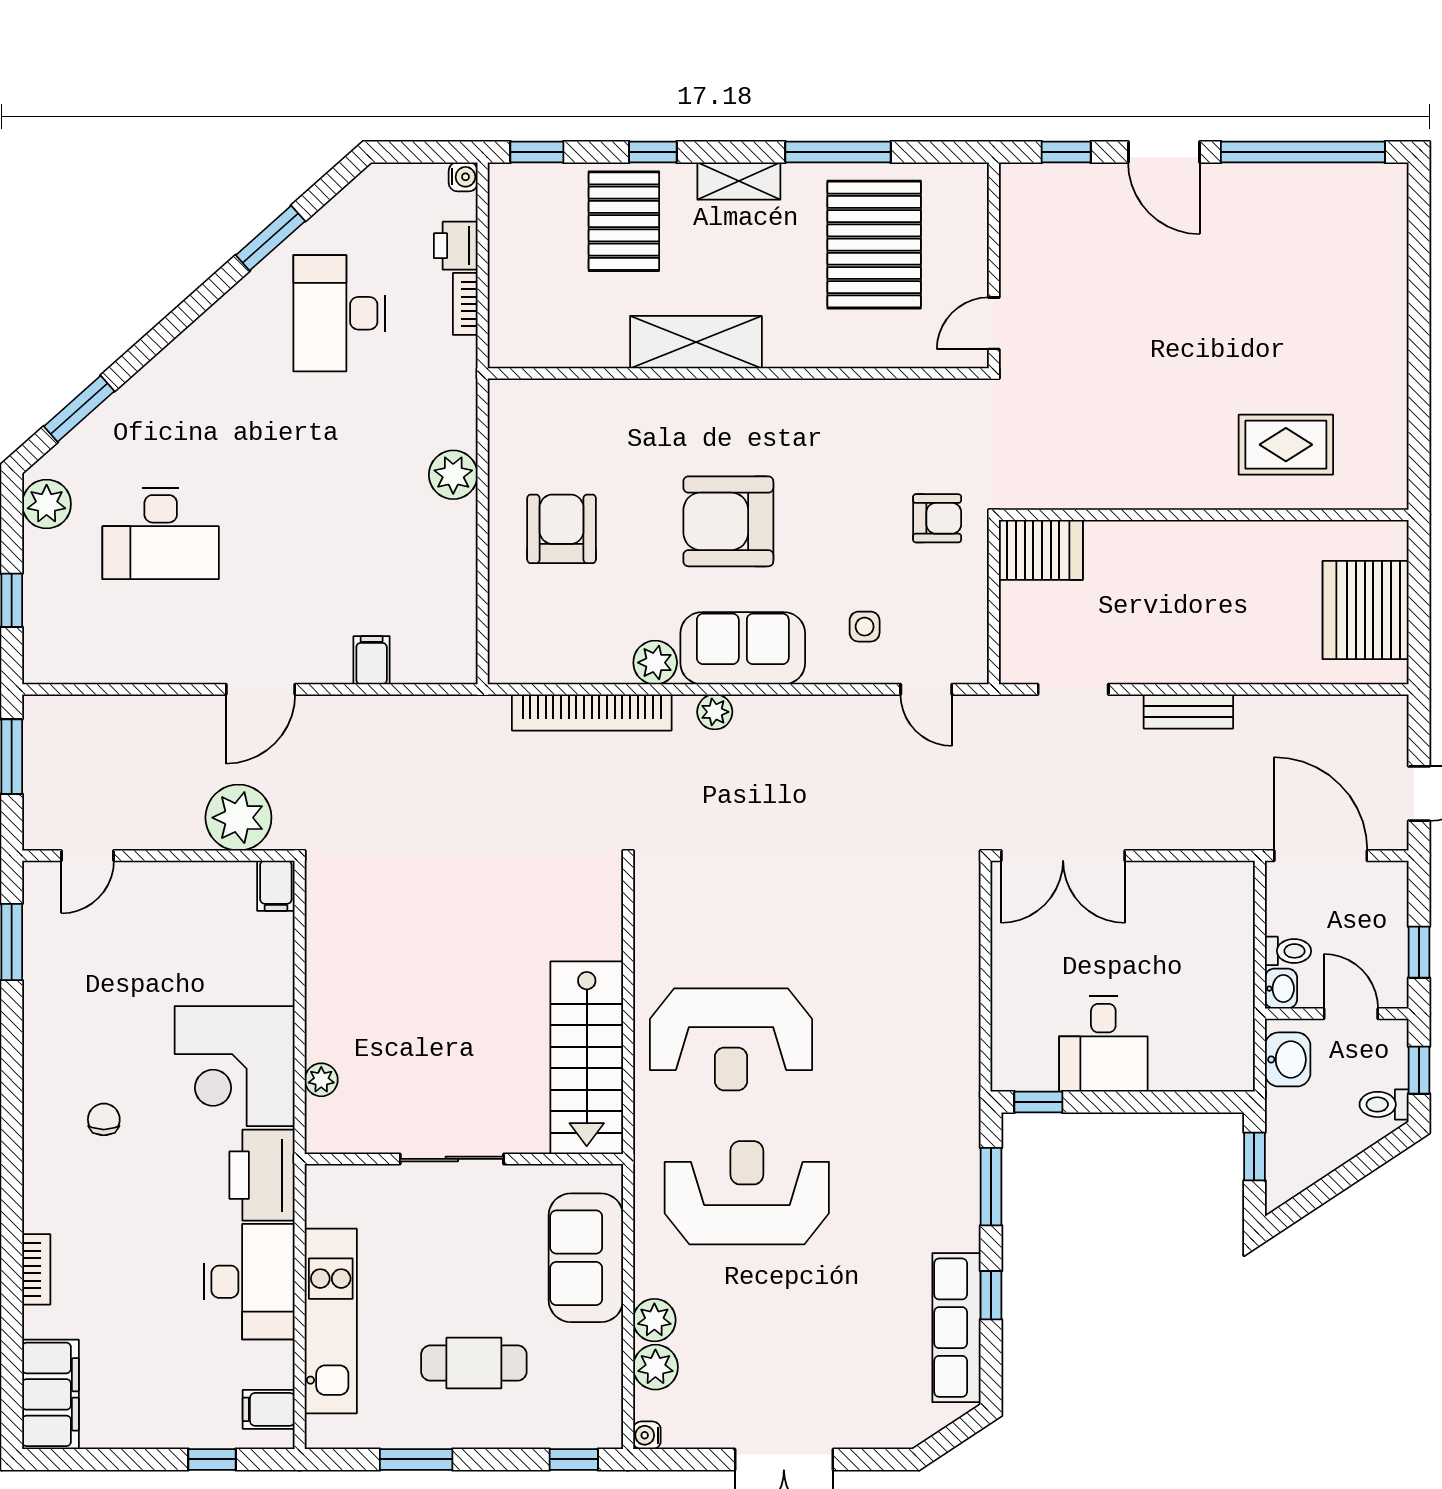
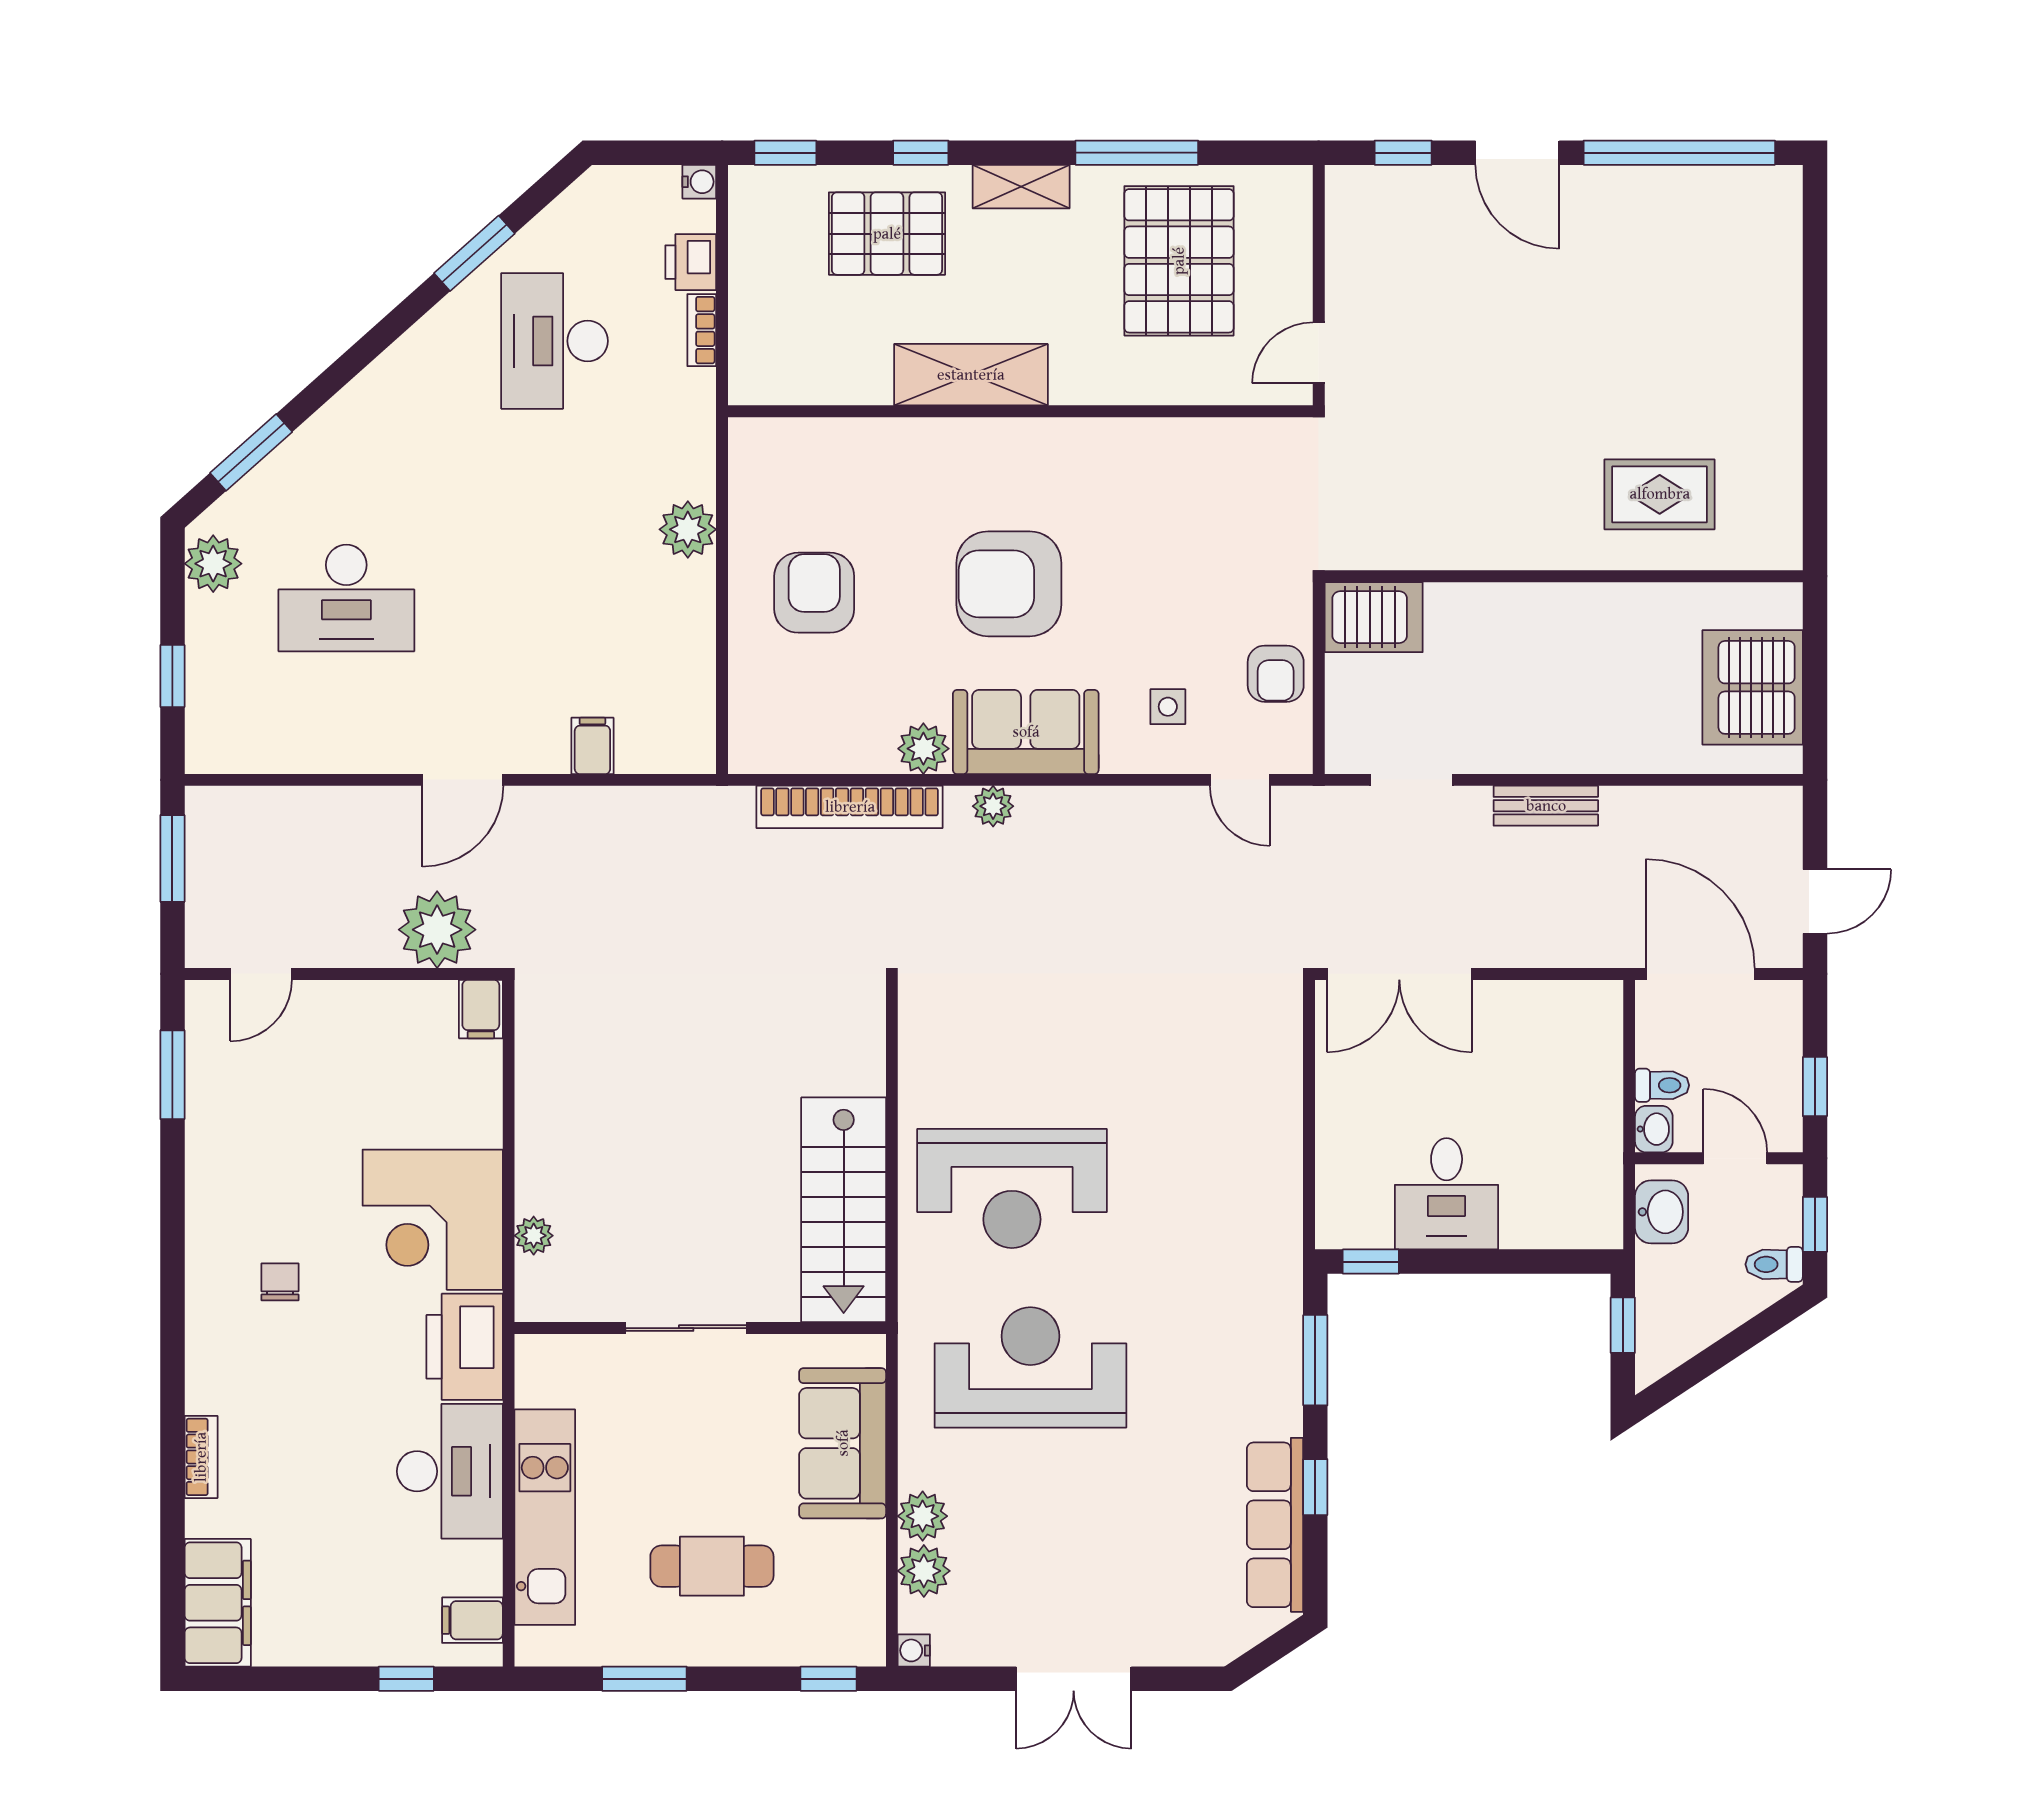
pallet: (624, 221) -> (887, 234), turned 90
armchair: (937, 518) -> (1276, 674), moved, turned 90

